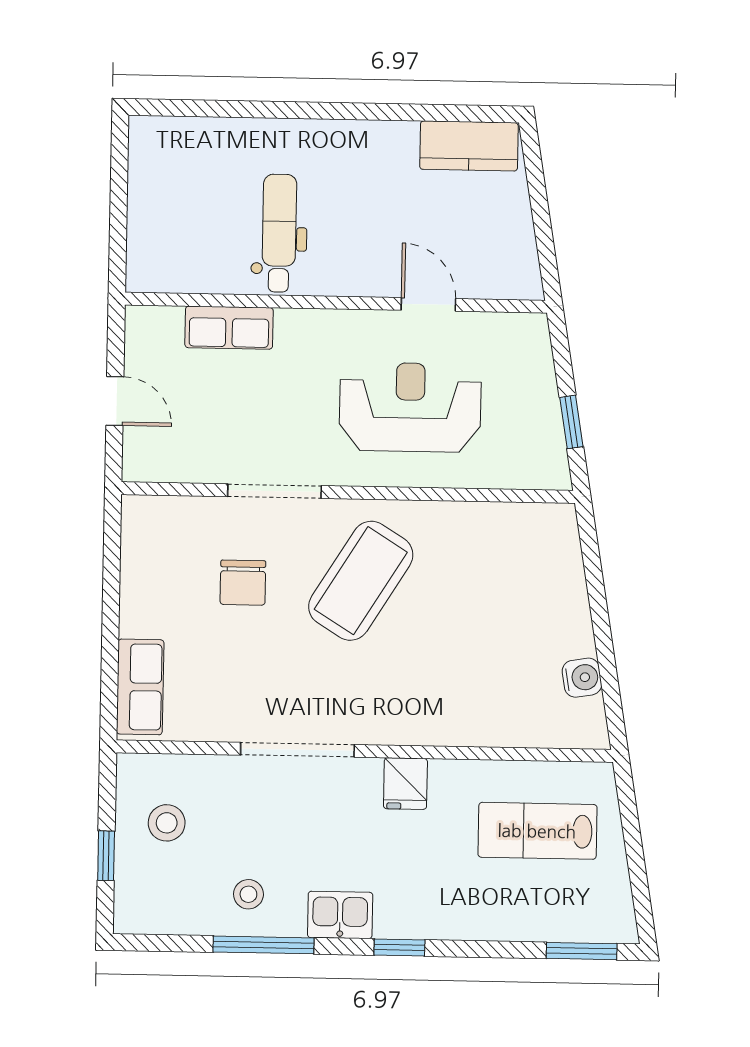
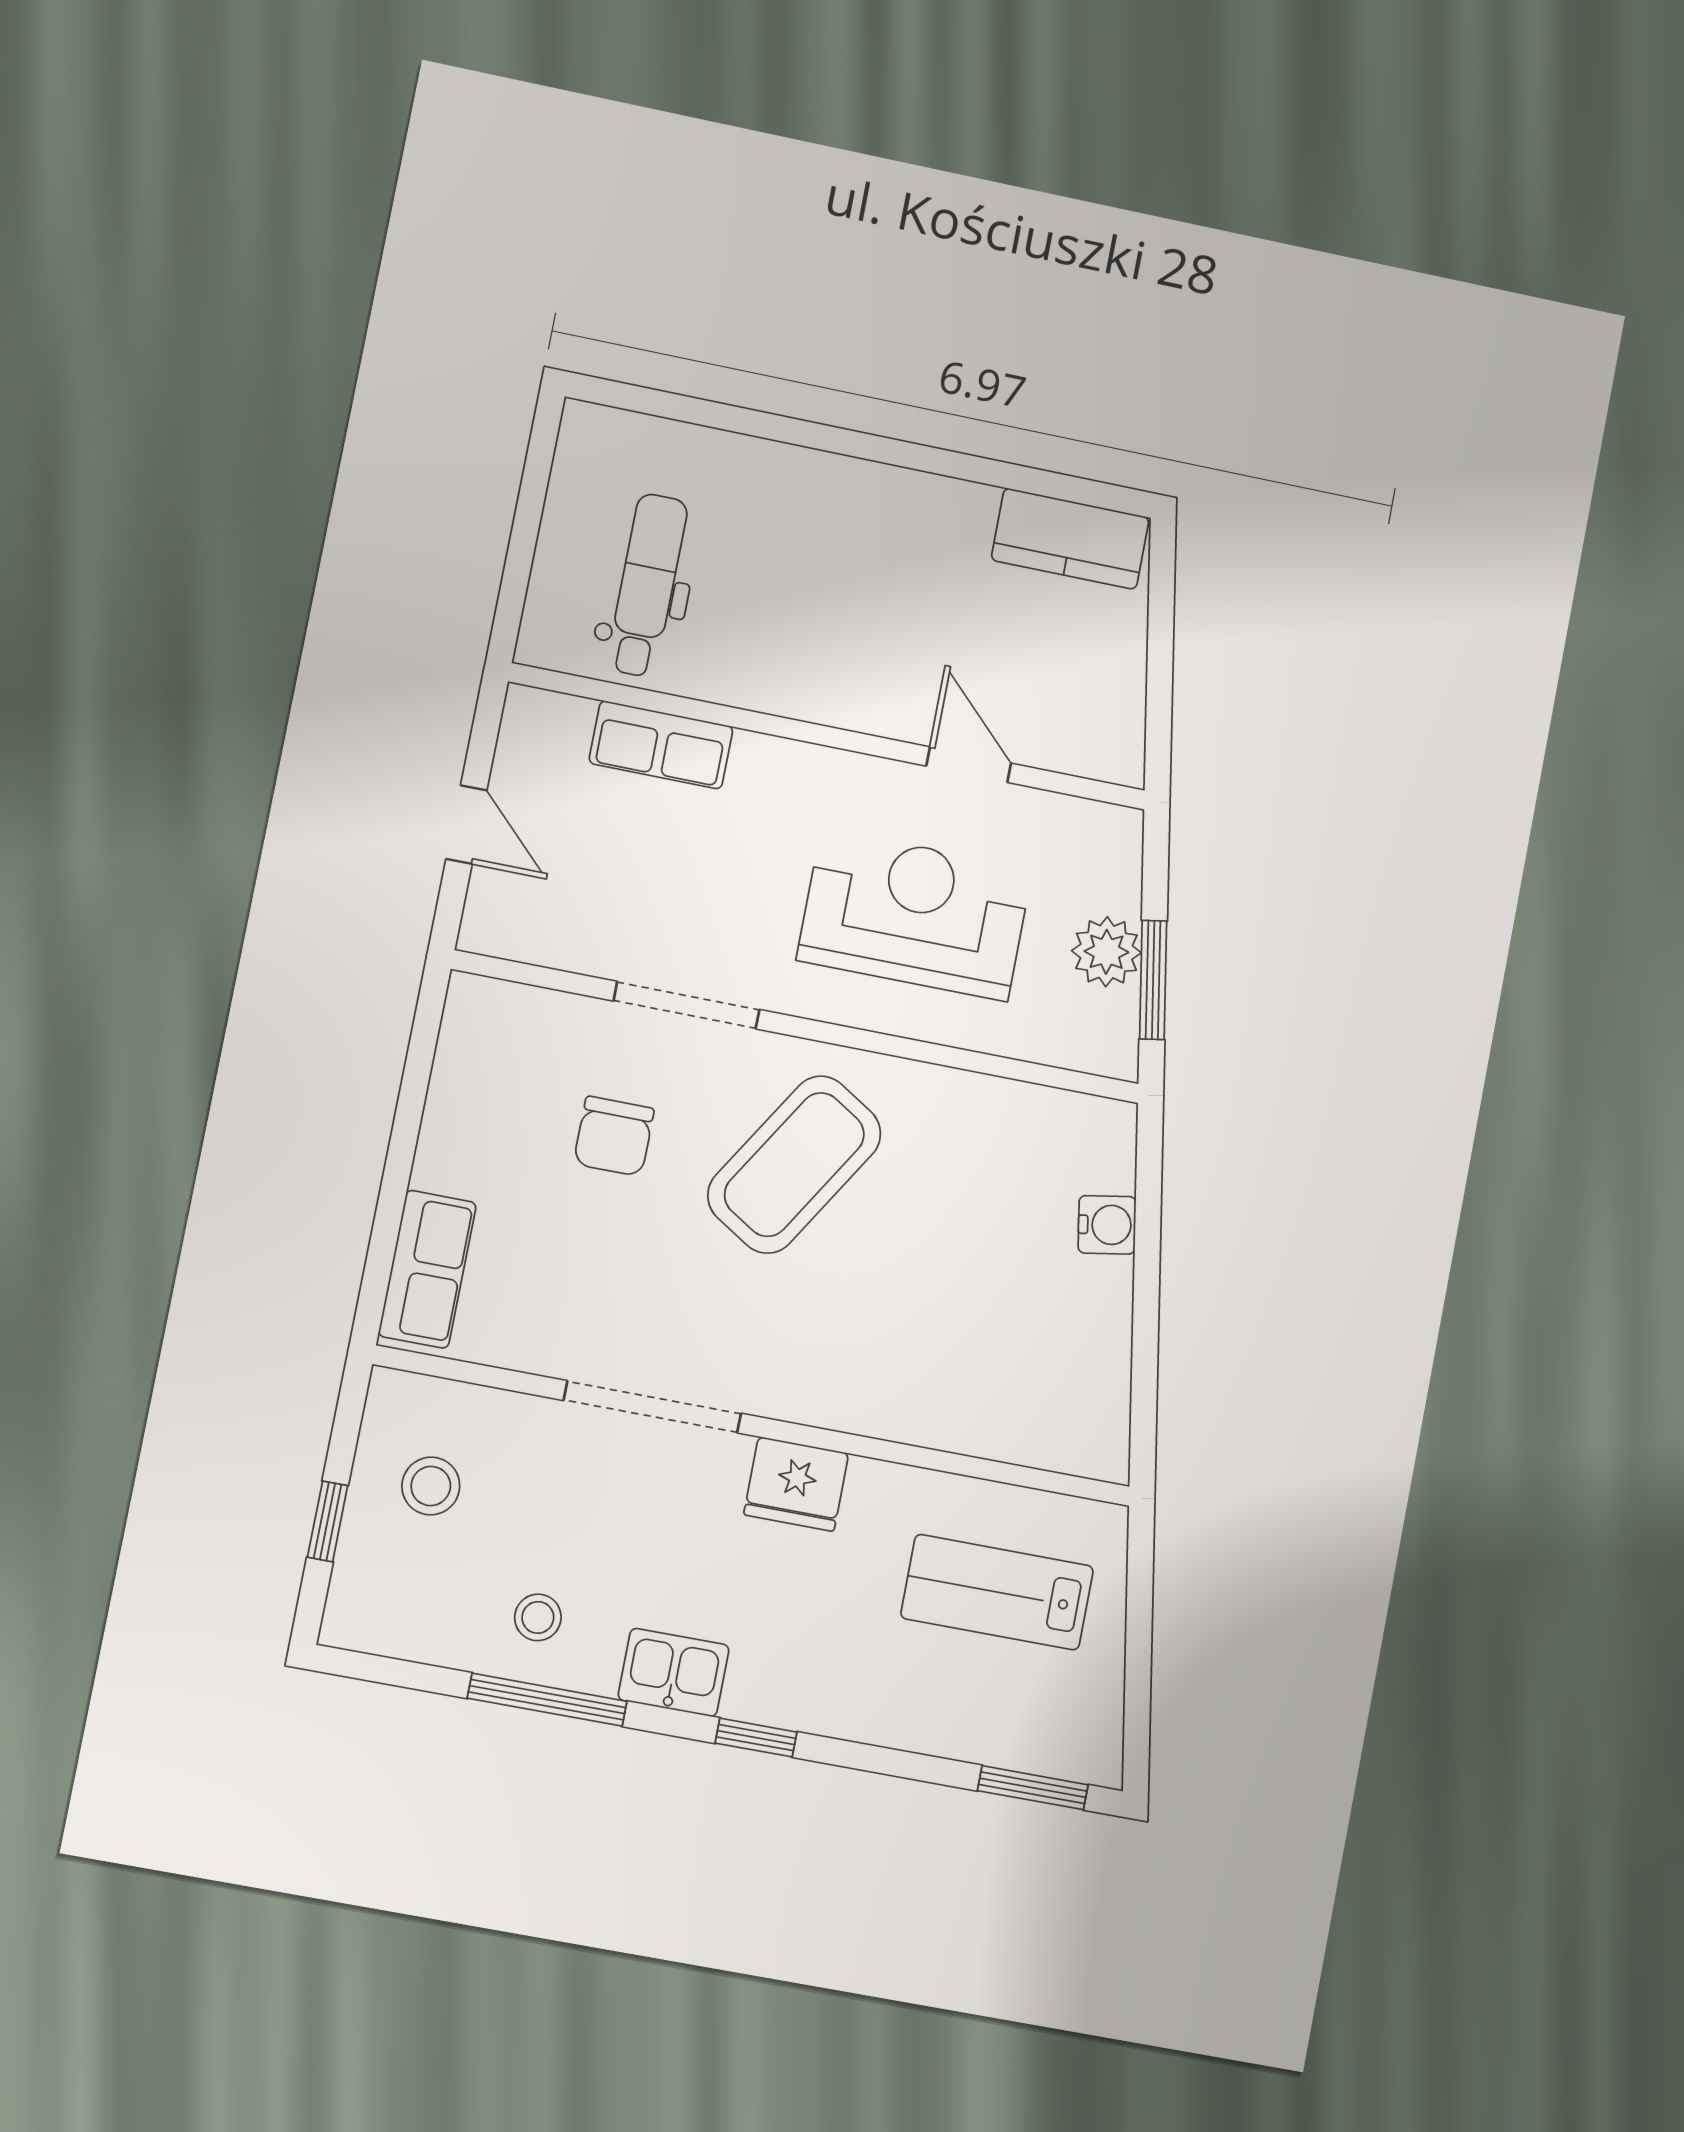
dental chair: (279, 233) -> (647, 585), moved
plant: (538, 409) -> (1106, 952), added
window: (571, 422) -> (1153, 980), width x1.50
water cooler: (582, 678) -> (1107, 1225), moved
fridge: (405, 784) -> (796, 1484), width x1.38

